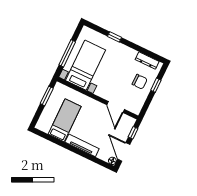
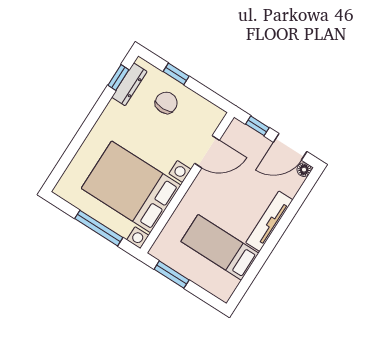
window: (115, 37) -> (118, 77), moved
bed with nightstands: (85, 65) -> (131, 187), width x1.36

